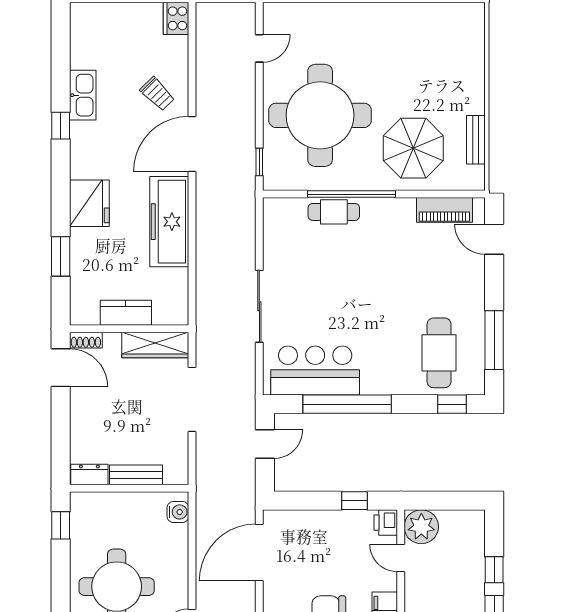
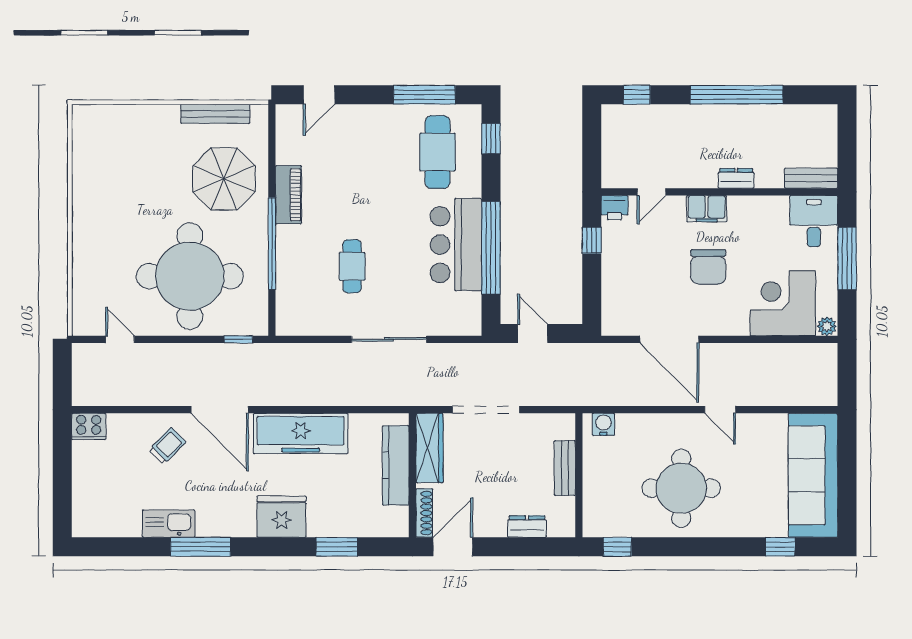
window: (61, 126) -> (201, 547), width x2.17
bench: (476, 140) -> (215, 114), width x1.36
piano: (444, 210) -> (288, 195), moved
cafe table: (334, 212) -> (352, 266), moved
kitchen counter: (126, 313) -> (396, 465), width x1.50
shoe rack: (86, 340) -> (424, 513), width x1.43
cafe table: (439, 353) -> (438, 152), turned 90
bar counter: (315, 371) -> (456, 245), moved
dresser: (89, 475) -> (527, 527), moved, turned 90
plant: (421, 527) -> (619, 171), removed
door: (259, 552) -> (669, 339), moved
window: (494, 570) -> (637, 95), moved

